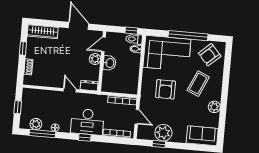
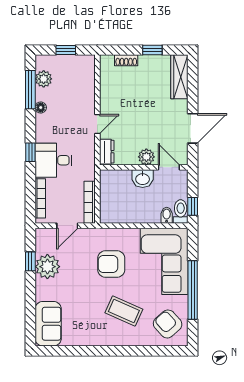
plant: (214, 107) -> (92, 338), removed
desk: (87, 122) -> (54, 160), width x0.73

